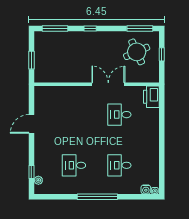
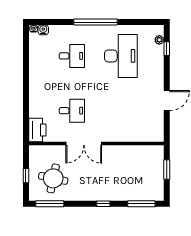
round table: (137, 52) -> (53, 178), turned 36
desk: (74, 165) -> (121, 56), width x1.87, depth x1.30

